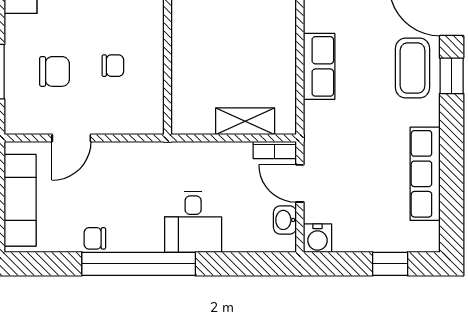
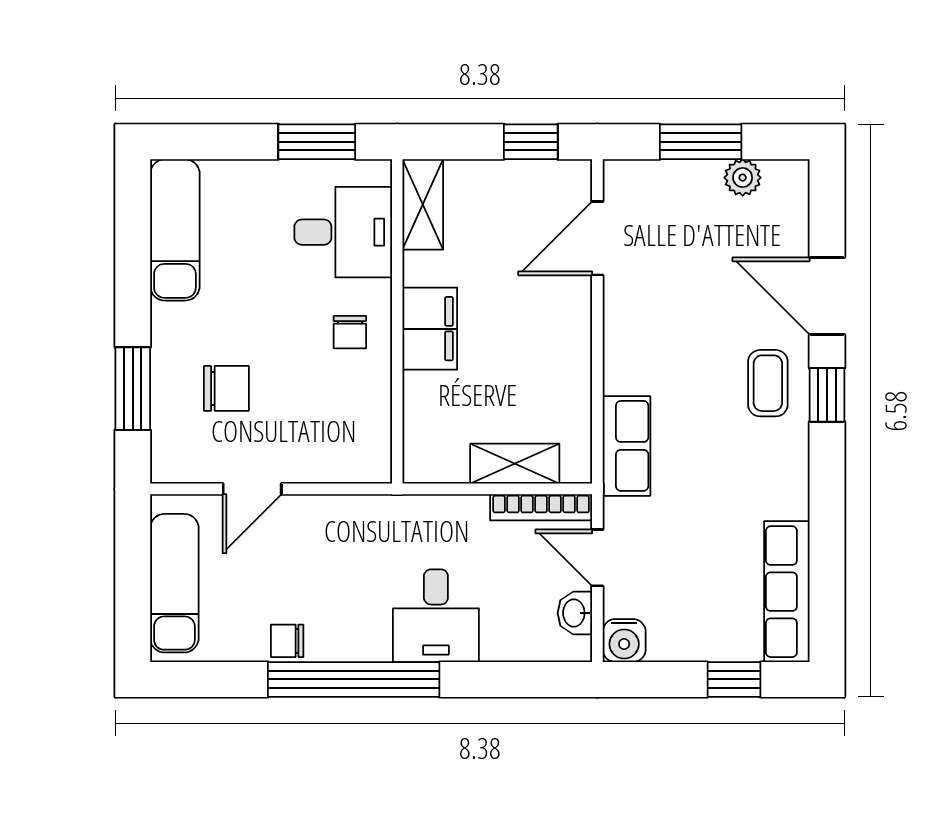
filing cabinet: (189, 32) -> (430, 329), added
chair: (113, 66) -> (350, 332), moved, turned 90
row of seats: (319, 66) -> (626, 446), moved
coffee table: (413, 68) -> (768, 383), width x0.73, depth x0.77
bookcase: (275, 150) -> (541, 507), width x1.56
row of seats: (425, 174) -> (787, 592), moved

